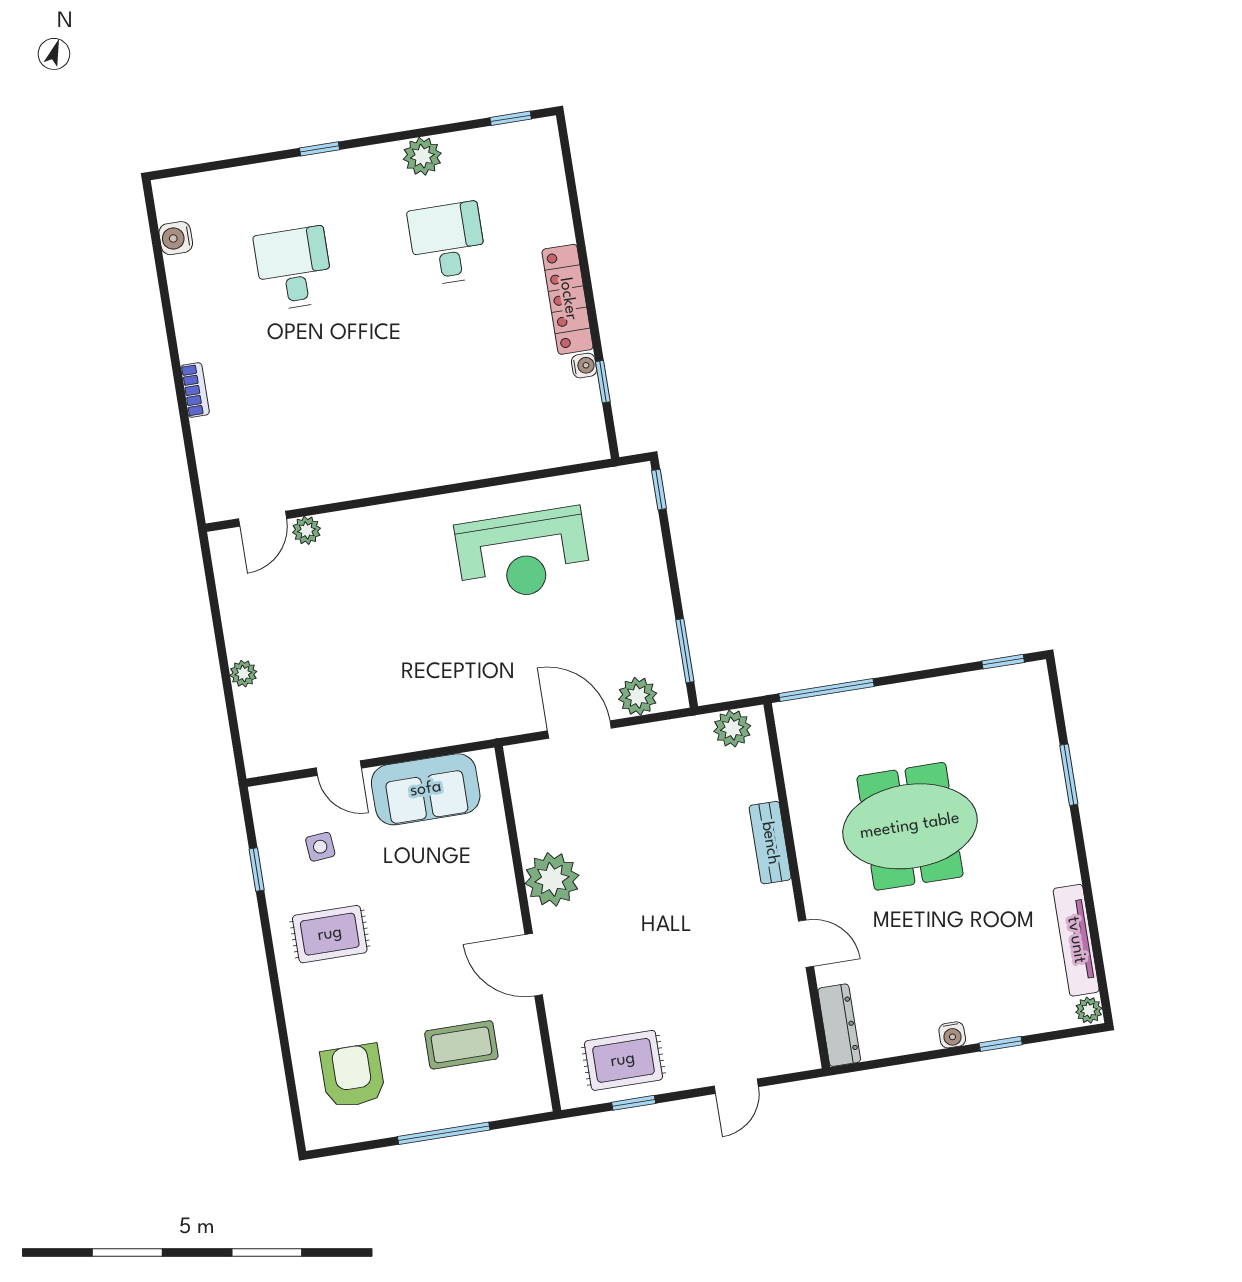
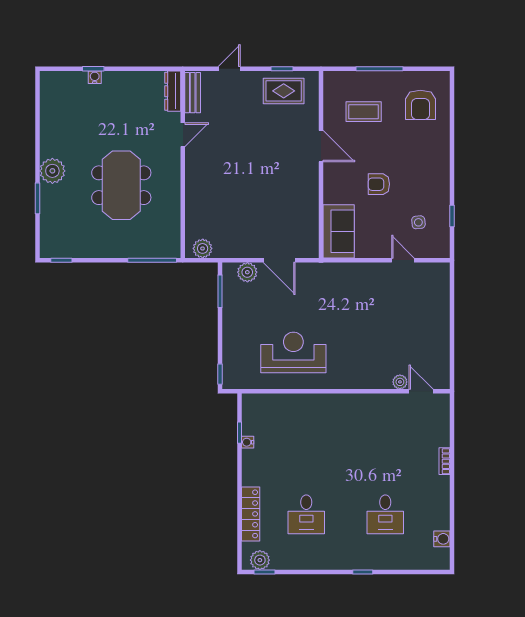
plant: (422, 156) -> (260, 560), moved
locker: (568, 299) -> (251, 514), moved
door: (263, 519) -> (421, 391), hinge flipped
plant: (243, 674) -> (443, 315), removed
sofa: (426, 789) -> (339, 231), moved, turned 90
meeting table: (910, 826) -> (121, 185), turned 90
bench: (770, 843) -> (193, 93), moved
plant: (552, 879) -> (305, 187), removed
armchair: (409, 909) -> (379, 184), added
rug: (330, 934) -> (421, 178), removed
tv unit: (1076, 940) -> (47, 115), removed
door: (806, 944) -> (183, 135), swing flipped
plant: (1089, 1010) -> (52, 171), moved, width x1.87, depth x1.87
water cooler: (952, 1035) -> (95, 77), moved

